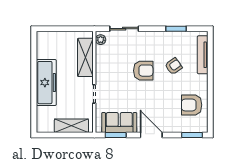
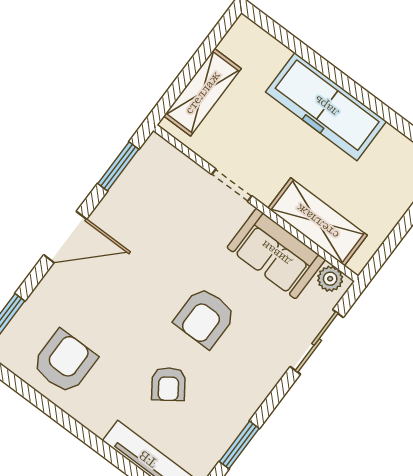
sofa: (119, 122) -> (276, 254), moved, turned 90

